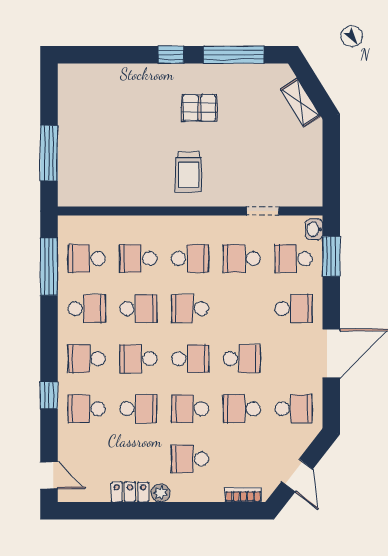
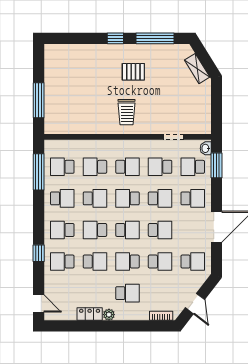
school desk: (242, 309) -> (160, 198), added
school desk: (242, 409) -> (160, 262), turned 180
school desk: (190, 459) -> (128, 293), turned 180

